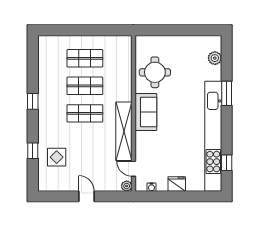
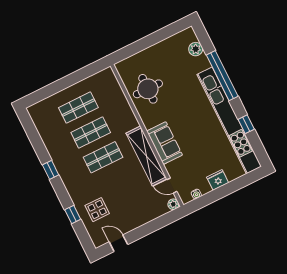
window: (227, 93) -> (222, 76), width x2.11
sofa: (146, 112) -> (165, 143), moved
window: (227, 163) -> (246, 124), moved
door: (86, 196) -> (118, 243), moved

